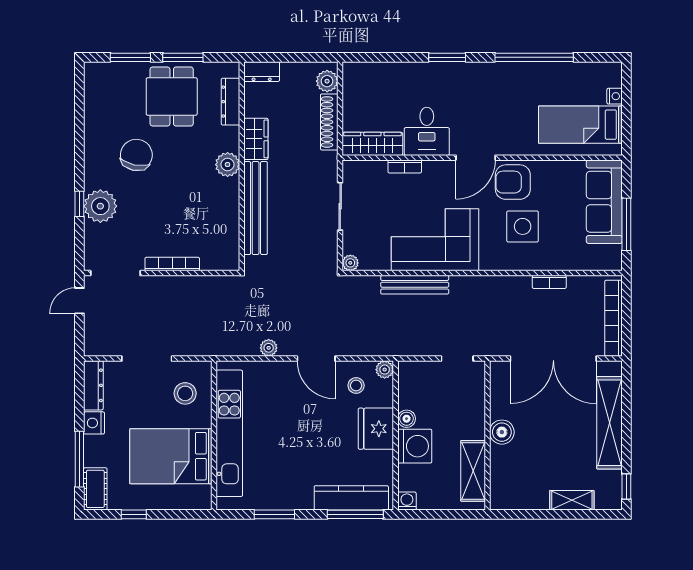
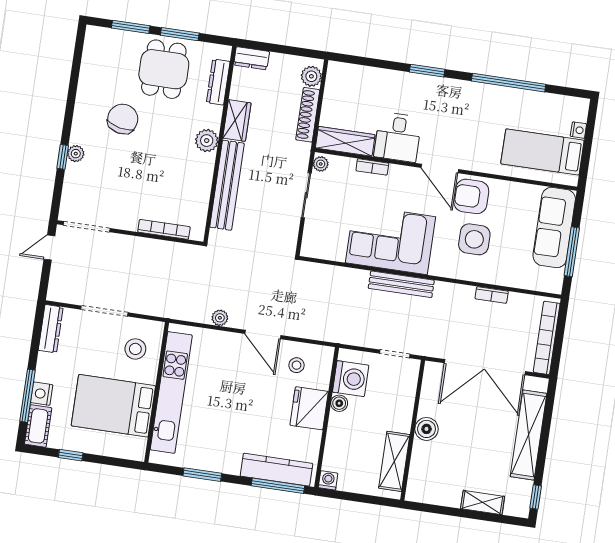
door: (476, 158) -> (440, 168), hinge flipped
plant: (100, 206) -> (76, 154), width x0.53, depth x0.53
plant: (350, 263) -> (321, 164), moved
bookcase: (172, 264) -> (164, 229), moved
bench: (415, 285) -> (401, 284), moved
plant: (385, 370) -> (325, 354), removed
nightstand: (94, 423) -> (42, 394), moved
washing machine: (415, 446) -> (351, 379), moved

